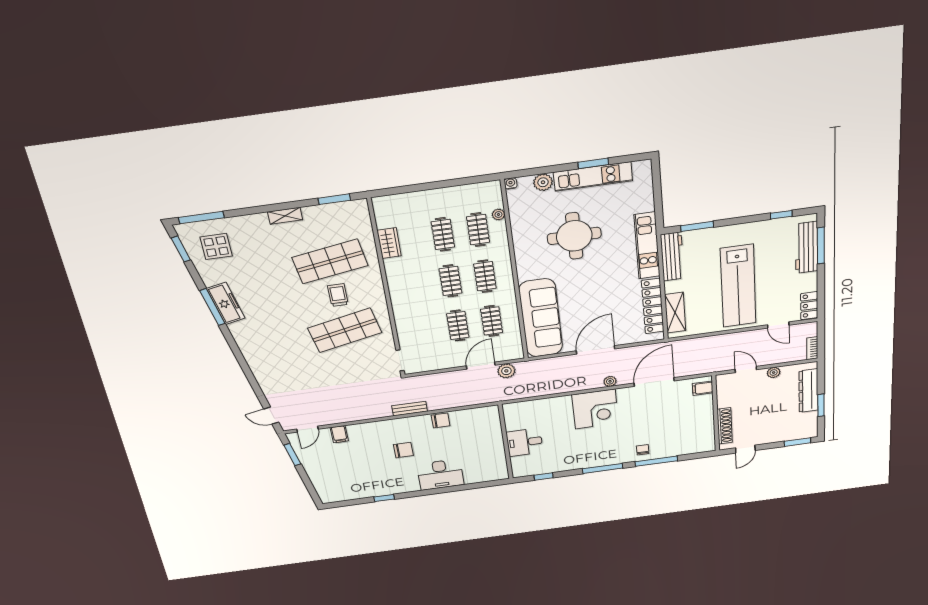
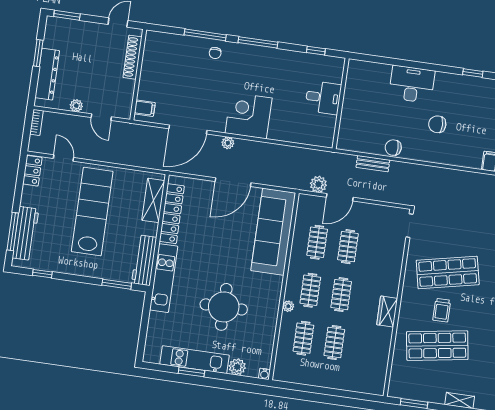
plant: (498, 215) -> (288, 306), moved
wardrobe: (389, 243) -> (387, 312), moved
bench: (410, 409) -> (373, 164), moved

